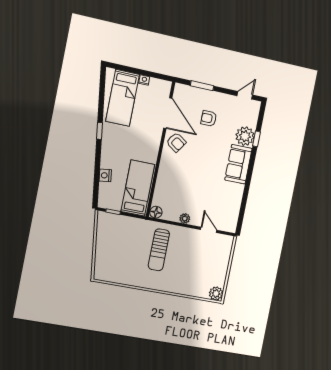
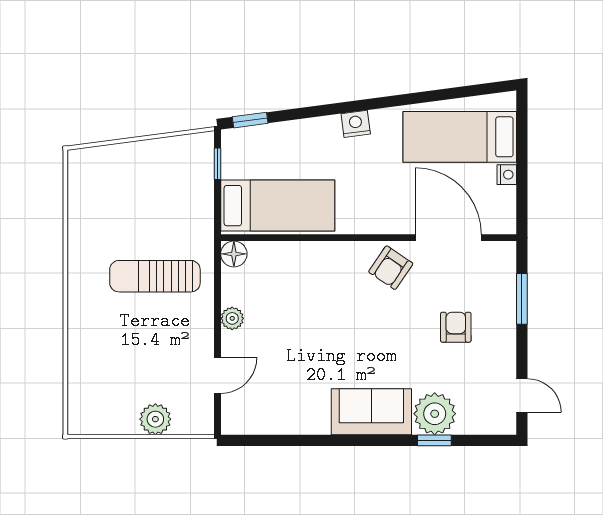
door: (168, 113) -> (448, 238), swing flipped
window: (99, 131) -> (250, 120), moved
nightstand: (105, 175) -> (356, 124), moved
plant: (216, 293) -> (155, 419), moved

